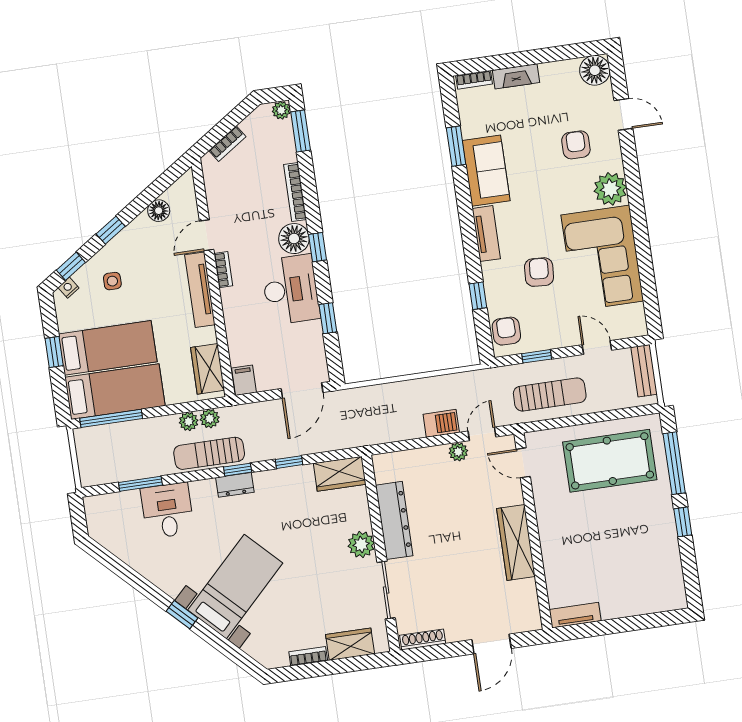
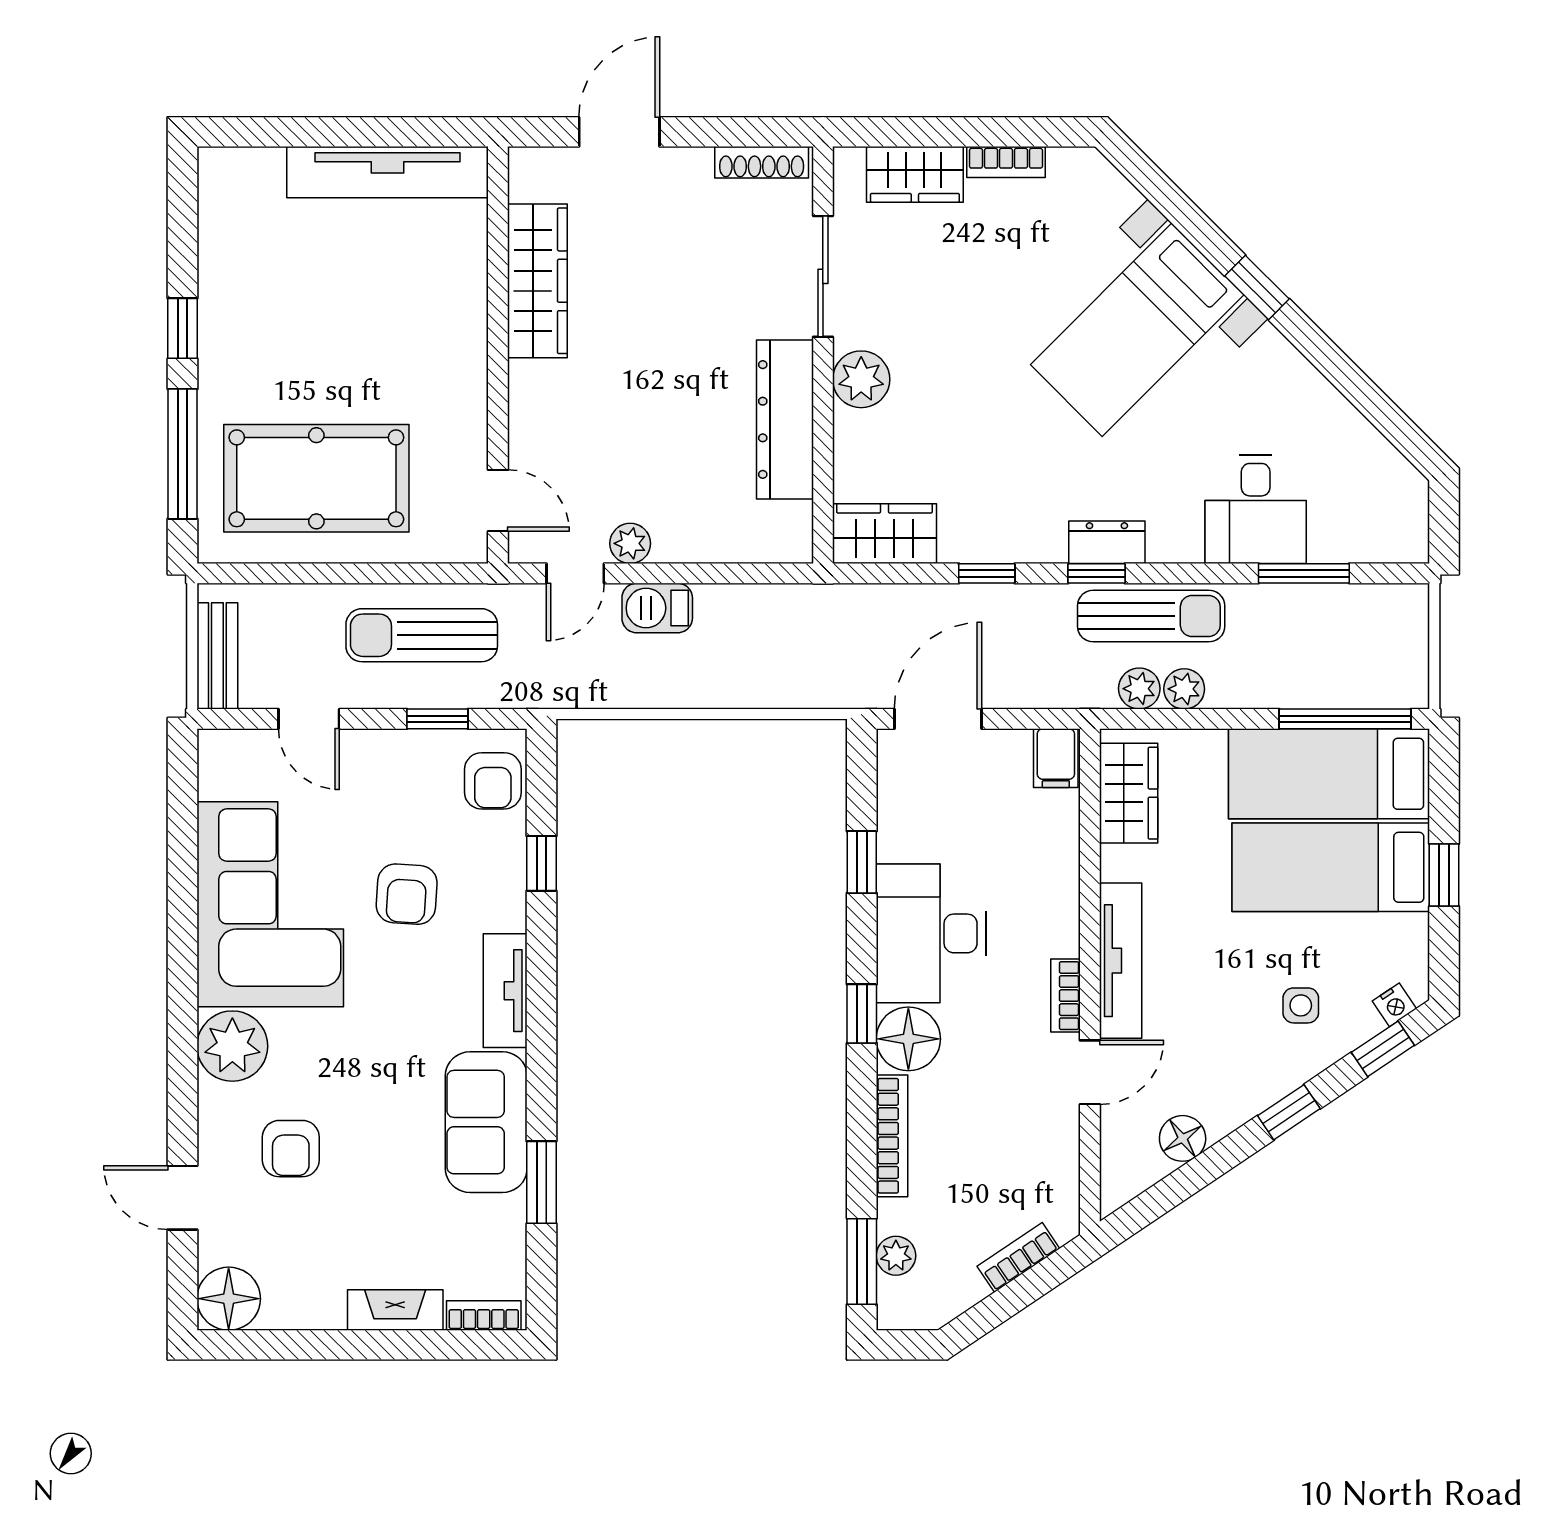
plant: (281, 110) -> (896, 1256), moved
wardrobe: (516, 542) -> (537, 281), moved
tv unit: (575, 615) -> (388, 172), width x1.92, depth x1.29

